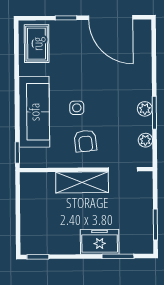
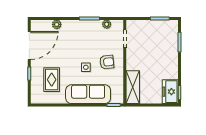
rug: (37, 44) -> (52, 80), moved, turned 90
plant: (145, 109) -> (57, 24), moved
shelving: (82, 182) -> (133, 87), moved
freezer: (100, 242) -> (170, 92), moved

